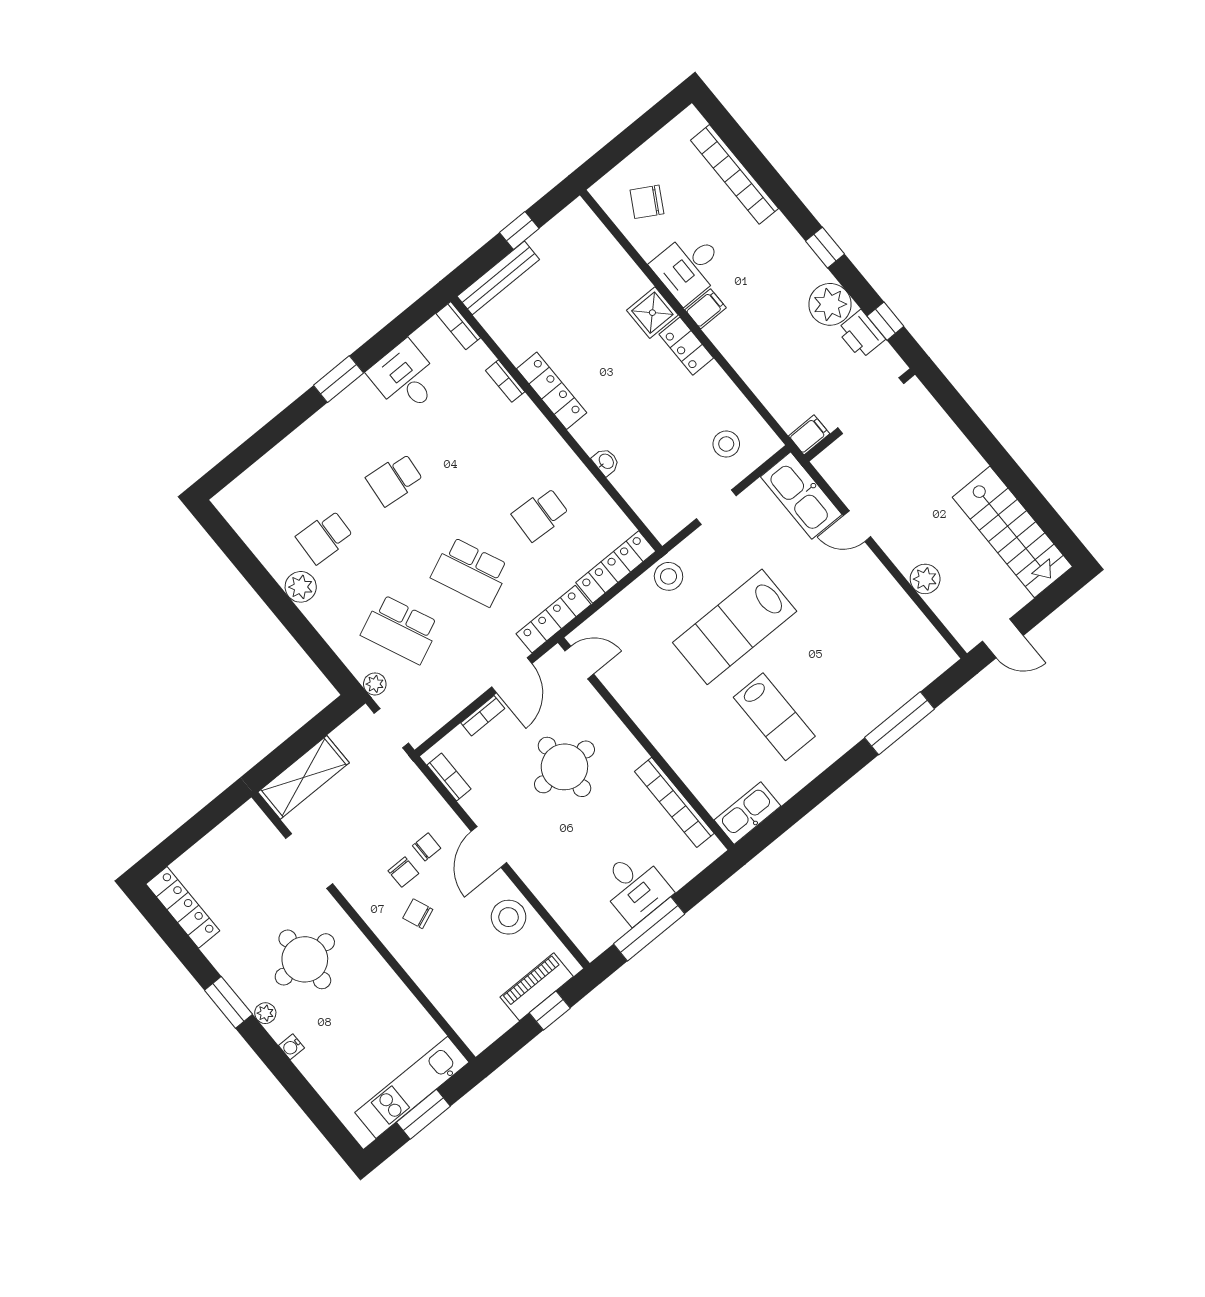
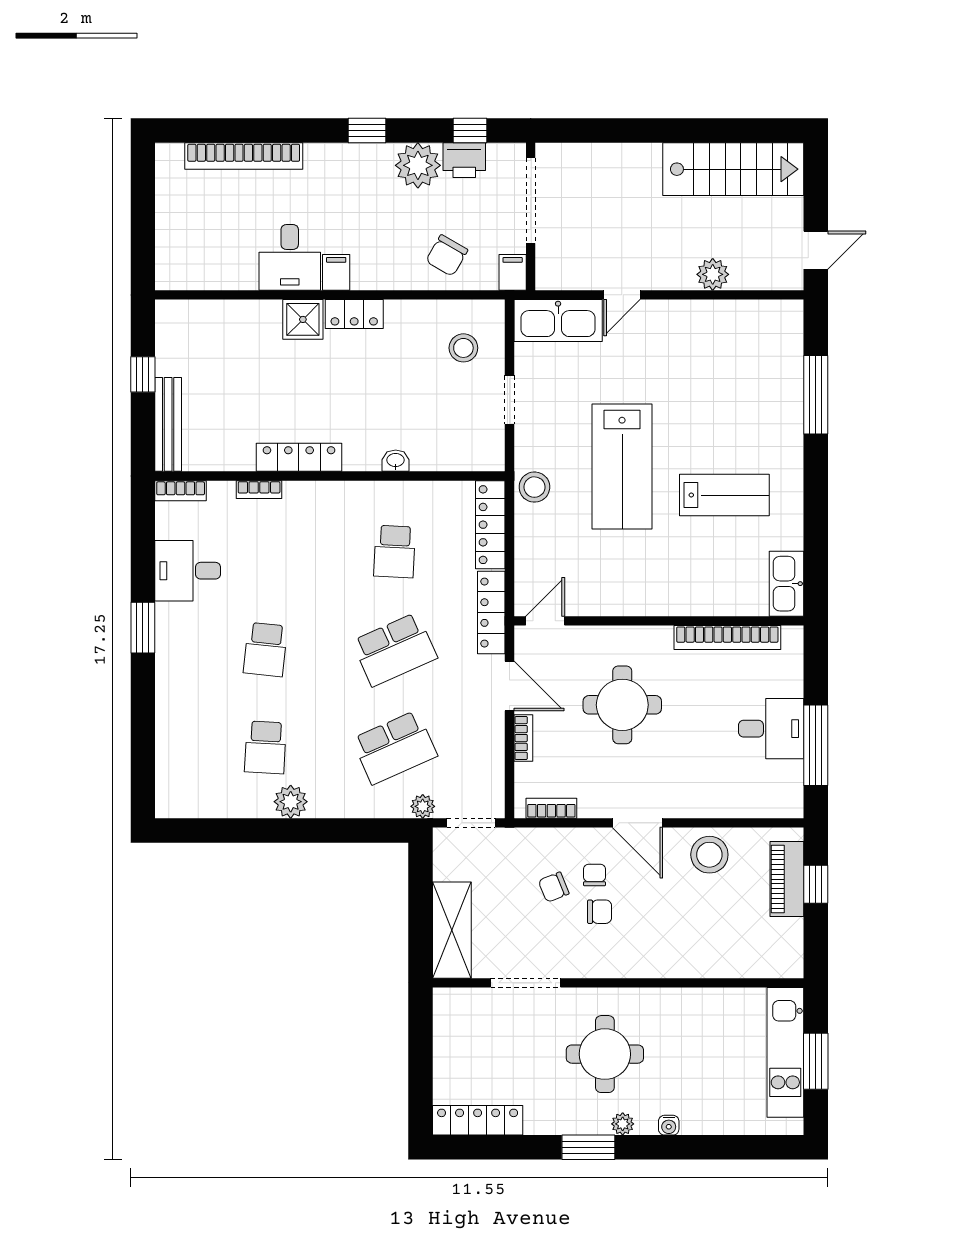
chair: (647, 202) -> (447, 256), moved
chair: (418, 914) -> (554, 887), moved

